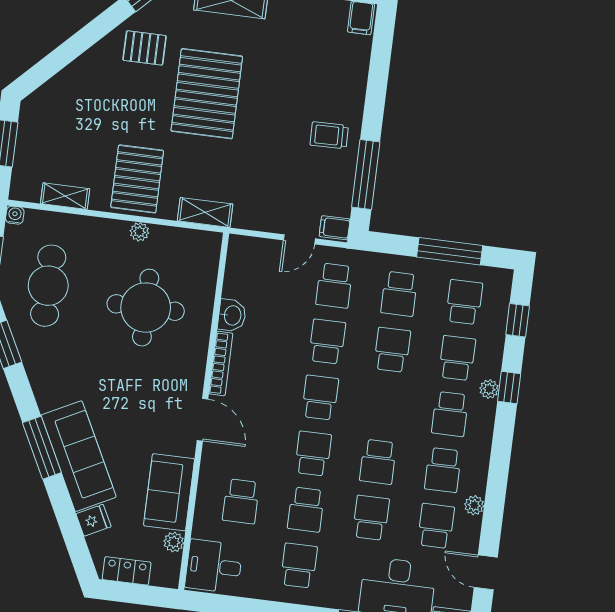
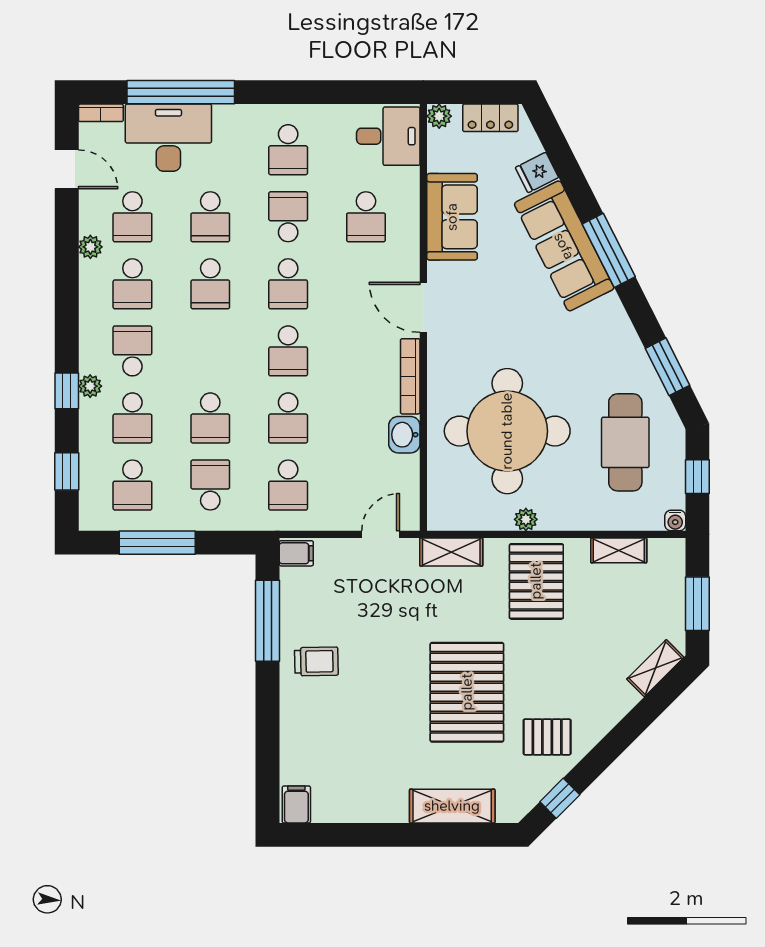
shelving: (47, 94) -> (655, 668), added
door: (299, 239) -> (381, 534), moved
school desk: (334, 286) -> (288, 485), turned 180
round table: (146, 308) -> (507, 431), width x1.36, depth x1.36
school desk: (378, 462) -> (210, 284), turned 180
school desk: (443, 470) -> (132, 284), turned 180
school desk: (241, 501) -> (366, 217), turned 180
plant: (174, 542) -> (439, 116), moved

